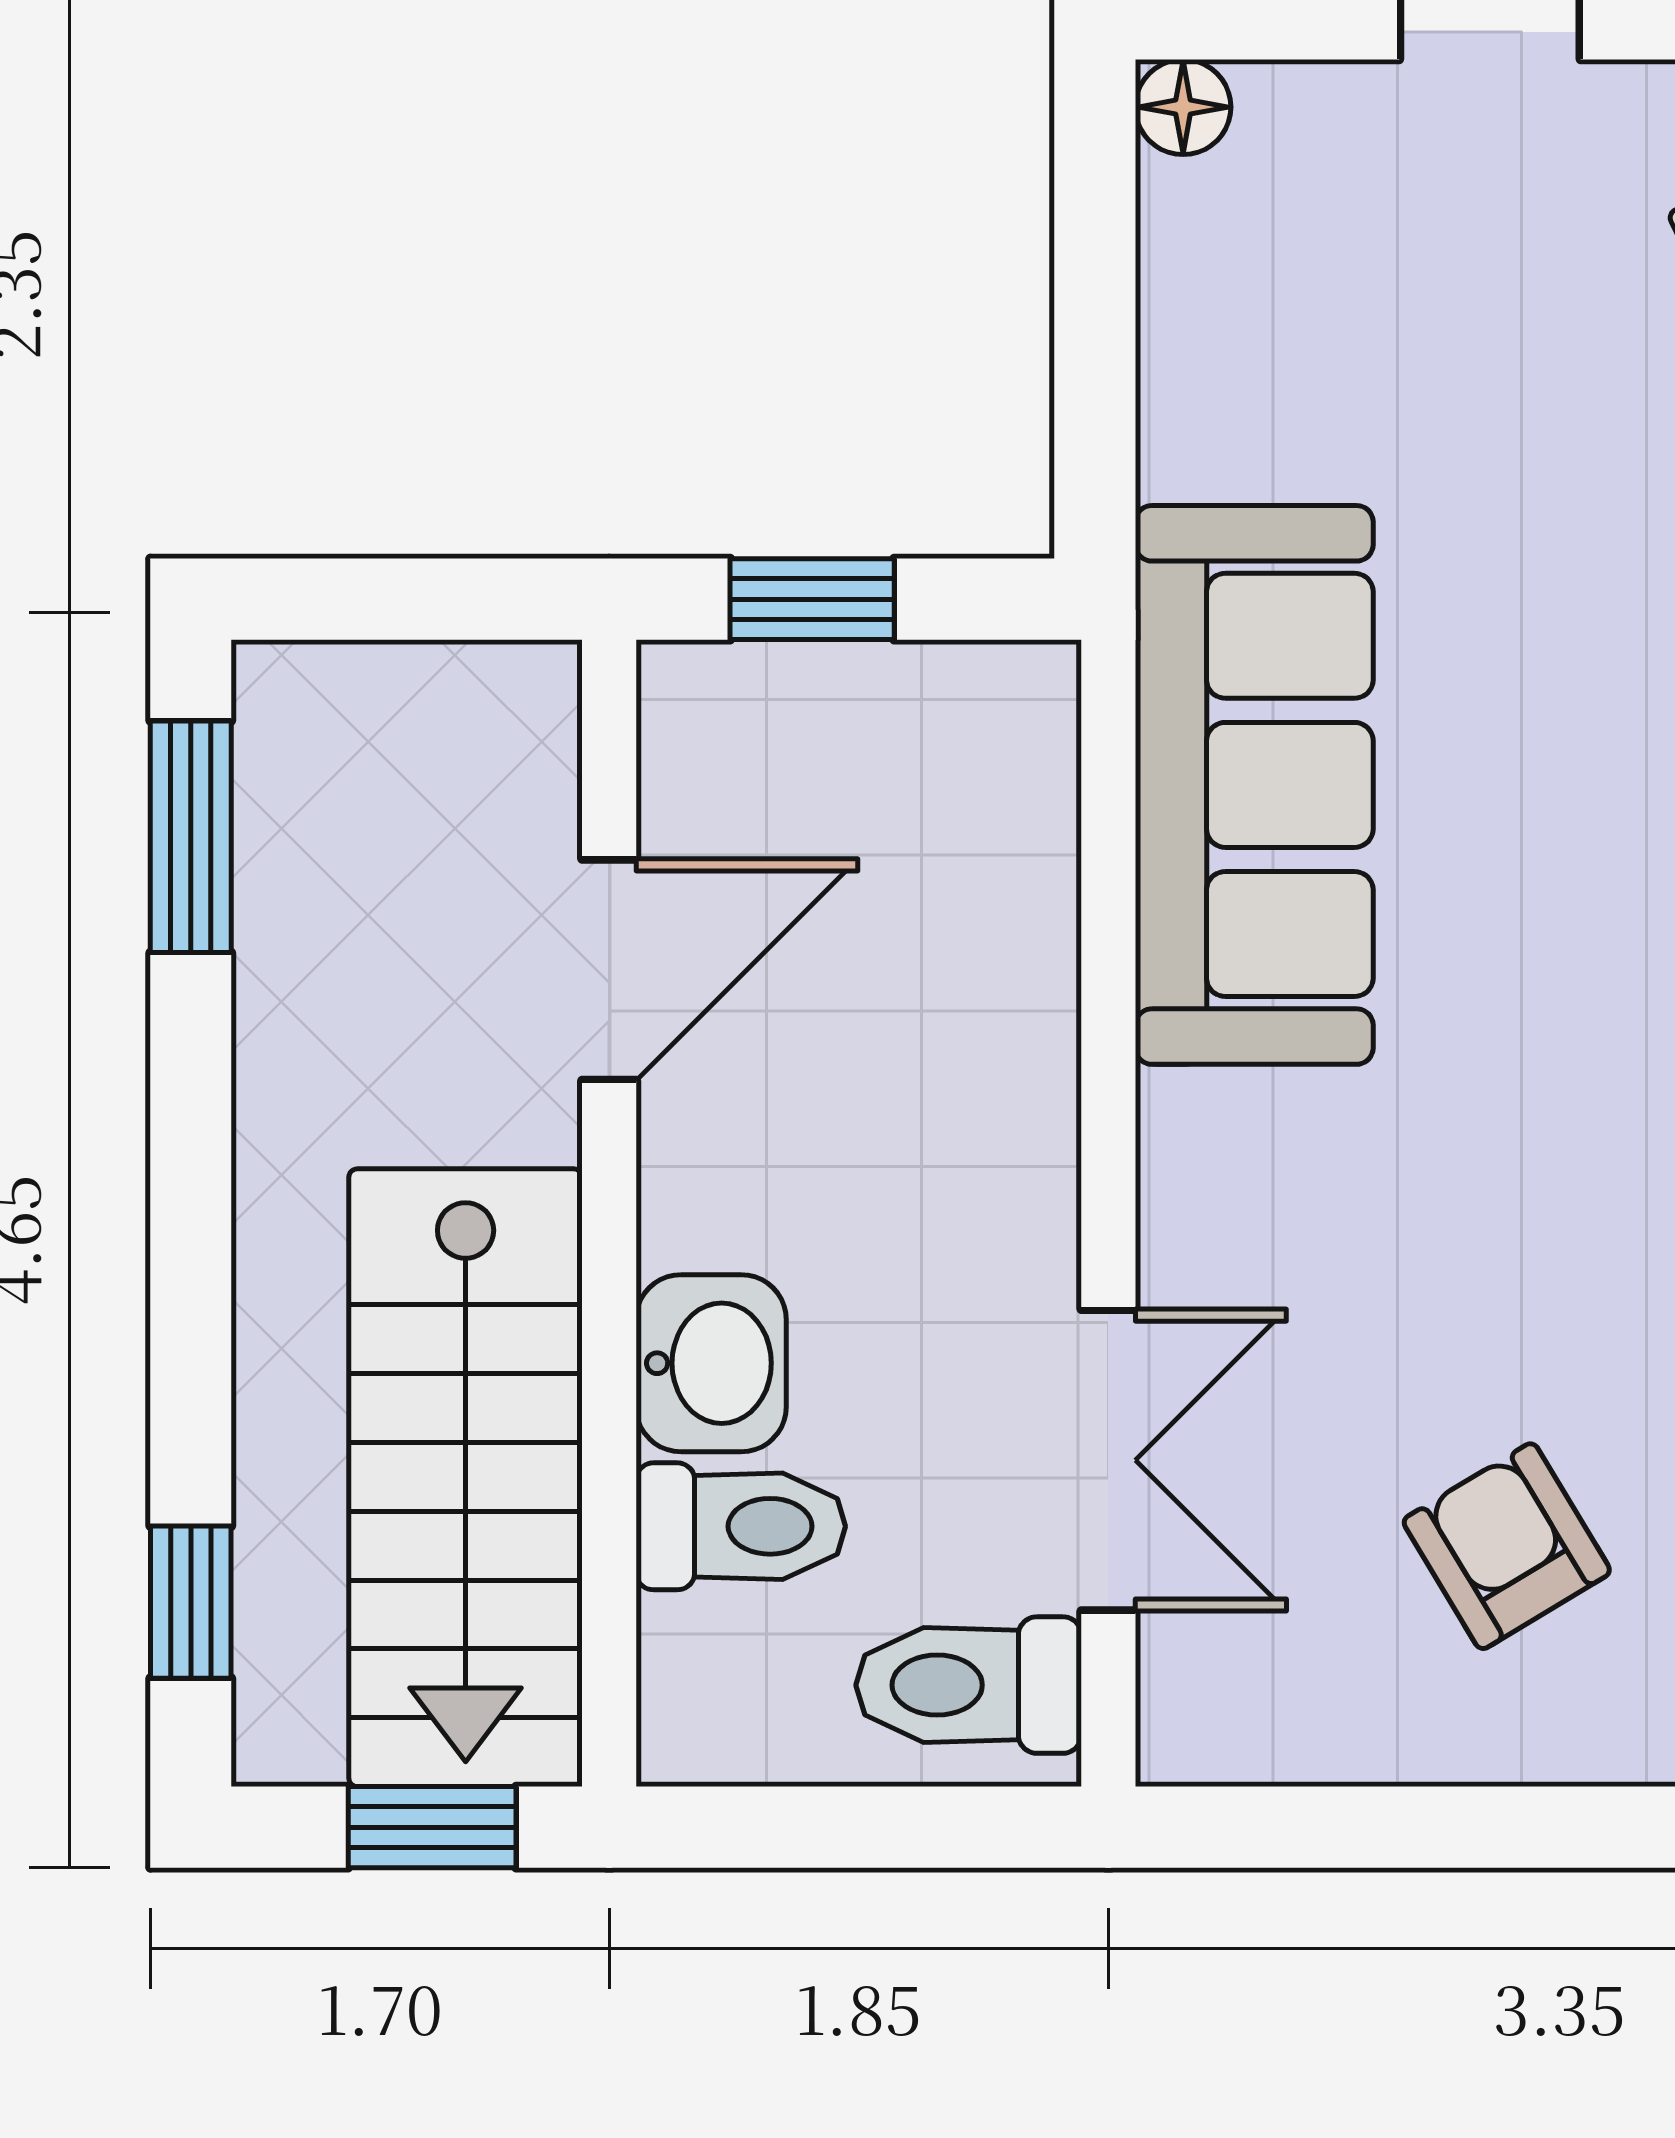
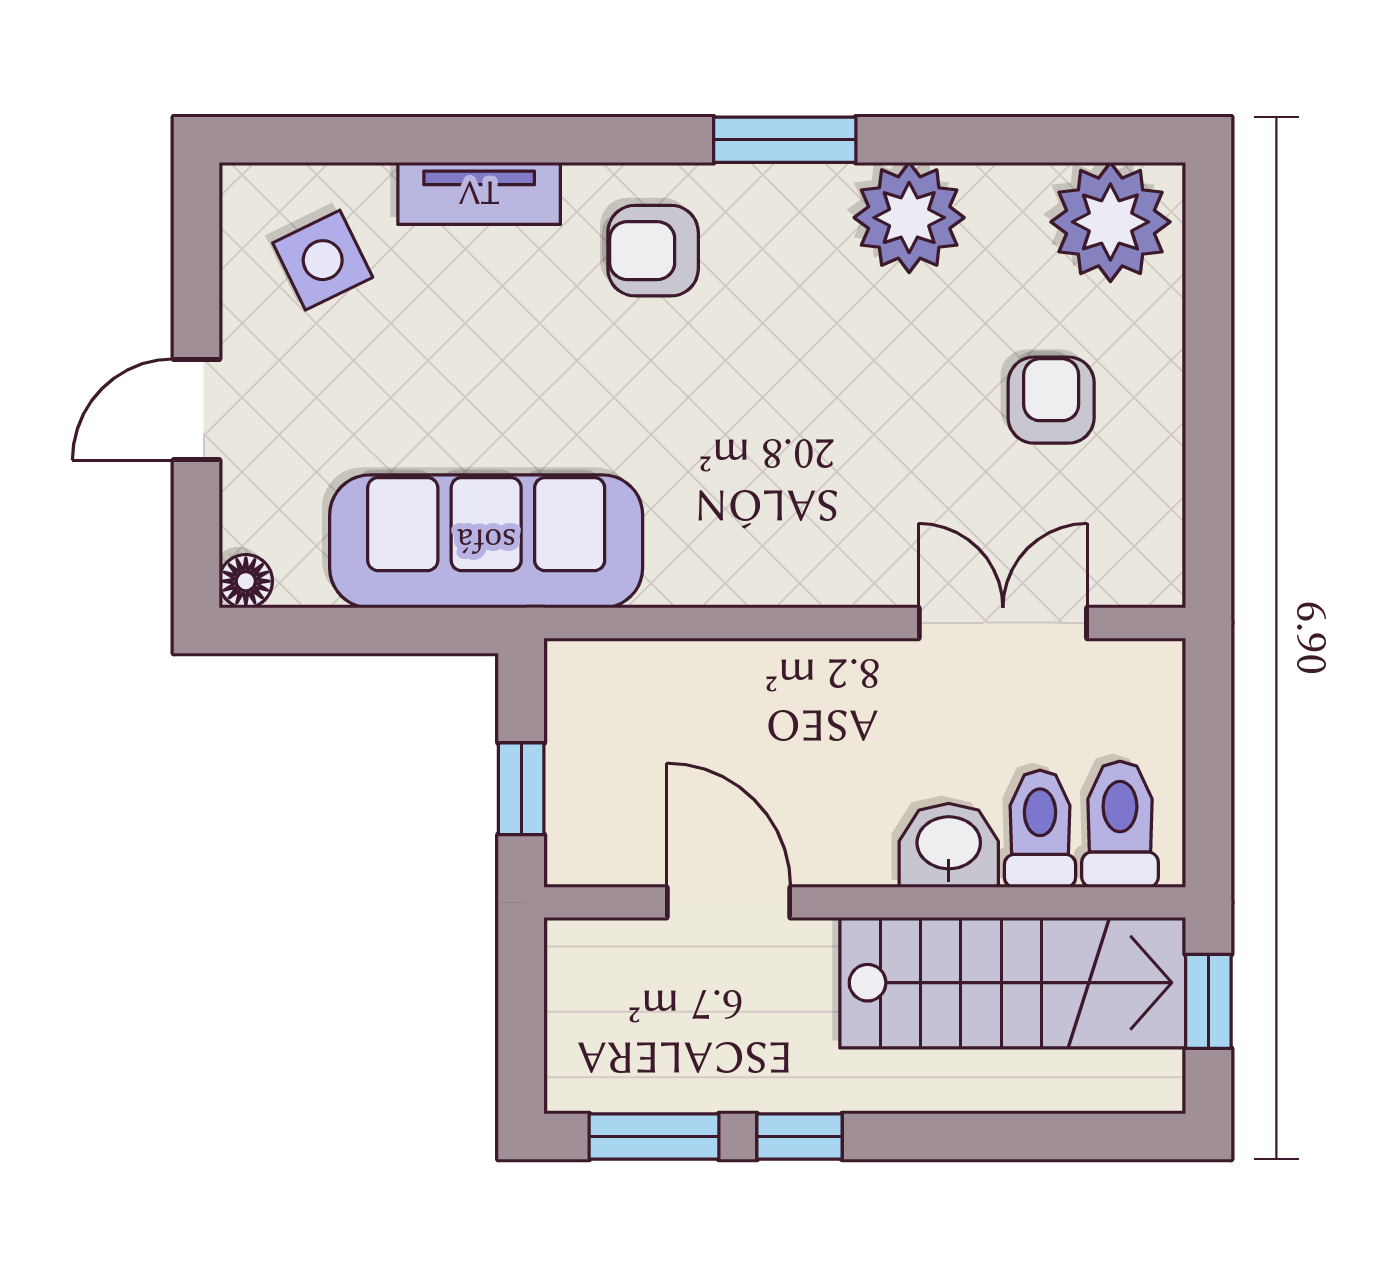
sofa: (1254, 785) -> (486, 541), moved
armchair: (1507, 1546) -> (1051, 400), turned 121
window: (191, 1602) -> (799, 1136), moved
toilet: (969, 1685) -> (1120, 824), moved, turned 180

